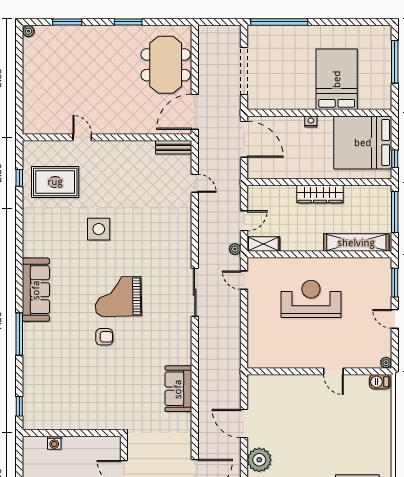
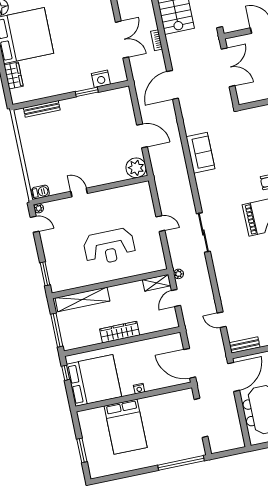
window: (395, 62) -> (82, 450), width x0.69
door: (244, 280) -> (160, 224), moved
door: (395, 319) -> (35, 224), moved
plant: (259, 460) -> (136, 168), moved

